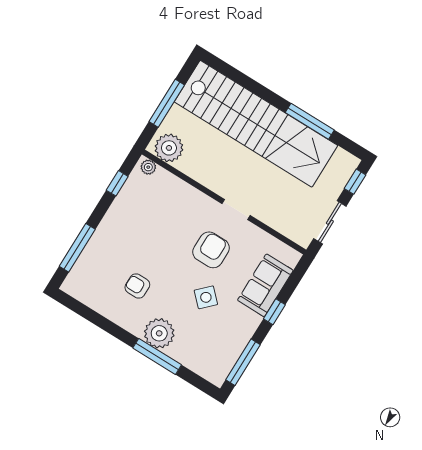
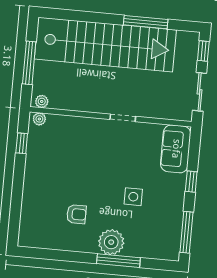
plant: (169, 148) -> (42, 101), width x0.53, depth x0.53
window: (77, 248) -> (16, 208), removed
armchair: (211, 250) -> (119, 158), removed
sofa: (265, 285) -> (176, 149), moved
armchair: (137, 286) -> (76, 214), turned 180
side table: (206, 297) -> (133, 197), turned 45

